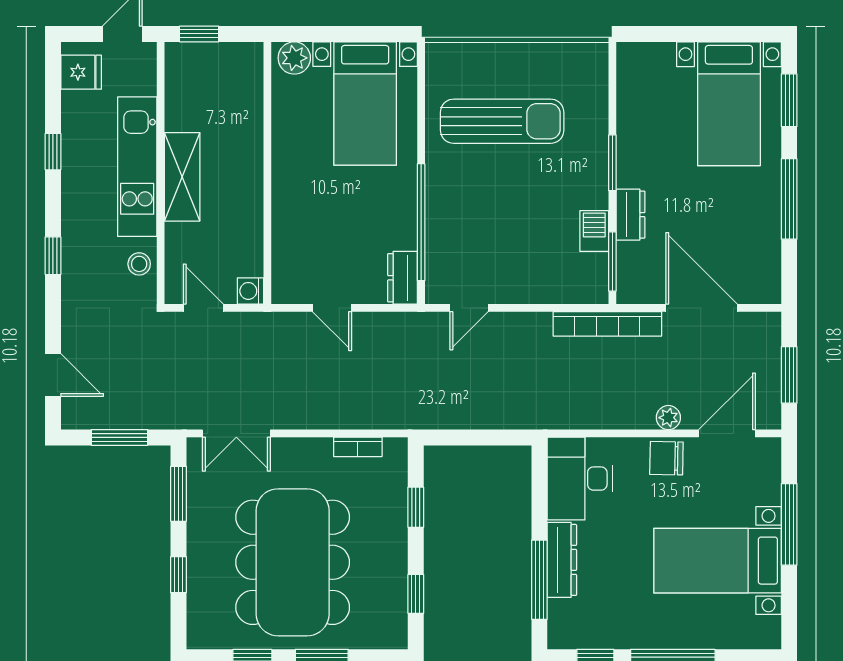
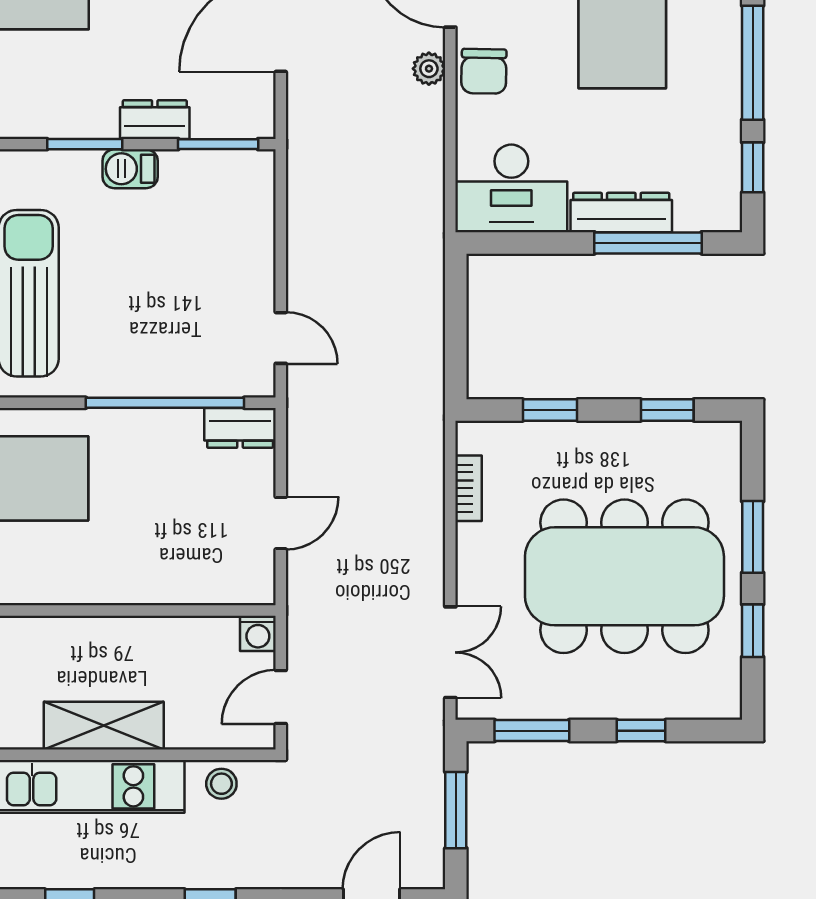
barbecue: (594, 231) -> (130, 169), moved
bookcase: (607, 324) -> (302, 151), removed

